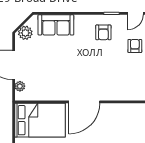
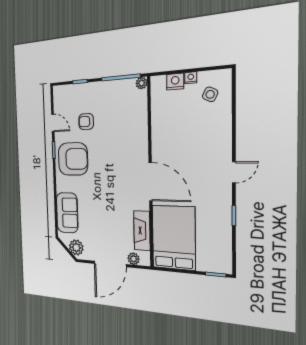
armchair: (103, 32) -> (73, 159), width x1.88, depth x1.88
fireplace: (44, 94) -> (142, 231), added

